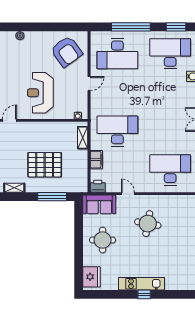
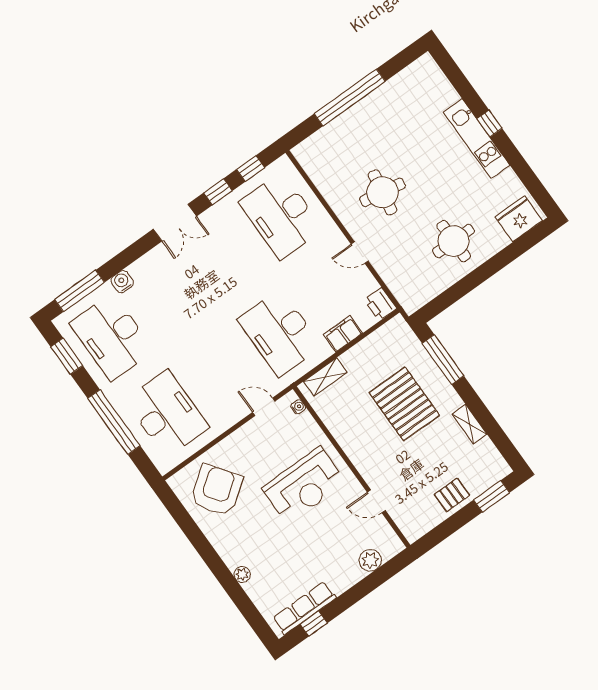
door: (89, 84) -> (264, 407), moved
door: (128, 194) -> (360, 252), hinge flipped
sofa: (99, 204) -> (405, 283), removed

